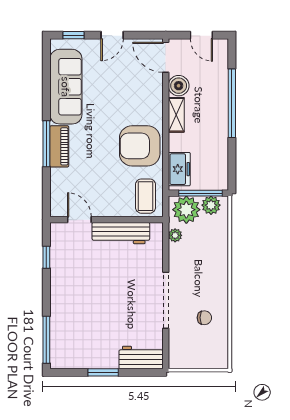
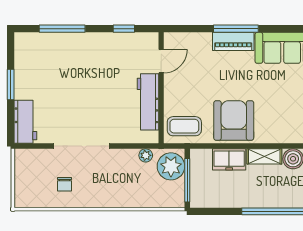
freezer: (179, 169) -> (229, 159), moved
plant: (211, 205) -> (175, 191), removed
window: (46, 340) -> (62, 29), moved

